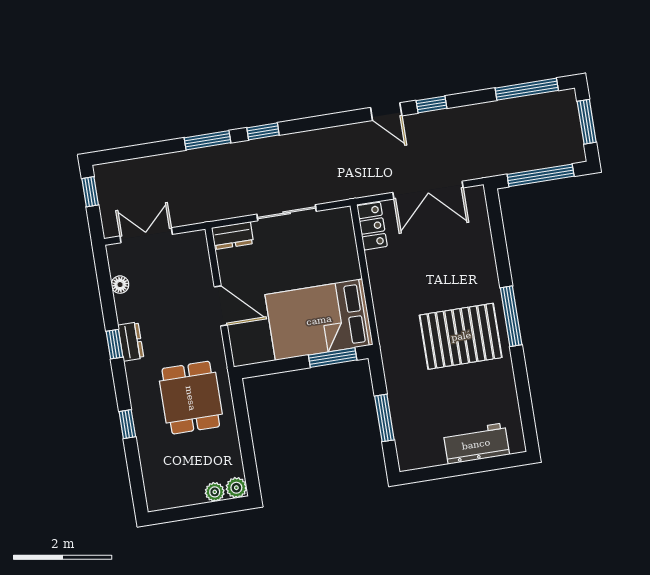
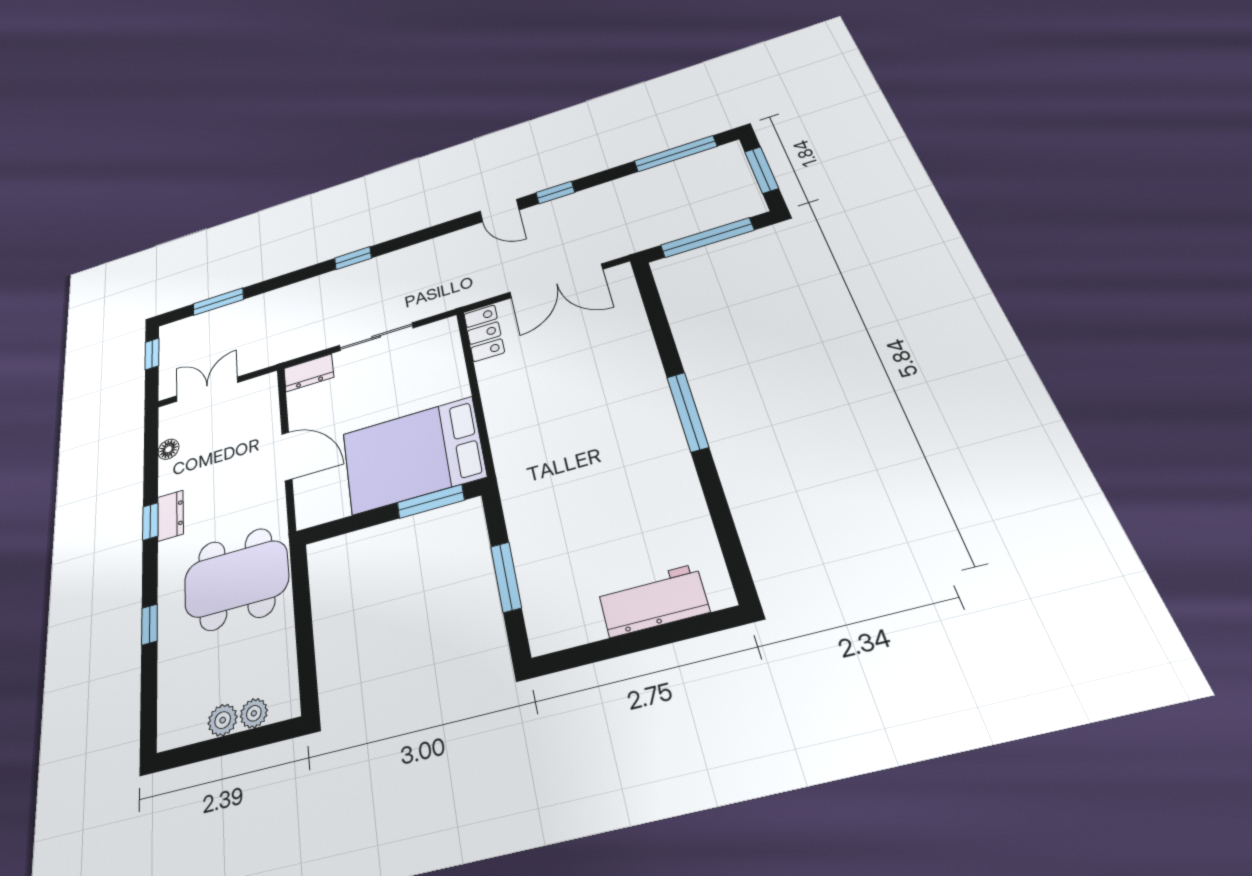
window: (207, 140) -> (218, 302), moved
pallet: (461, 336) -> (614, 449), removed
dining table: (191, 398) -> (236, 579), width x1.37
plant: (236, 488) -> (223, 720), moved

